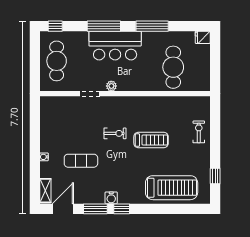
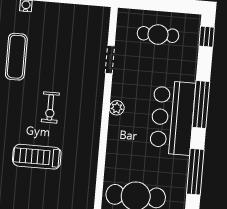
cafe table: (57, 61) -> (158, 34), width x0.73, depth x0.74
doorway: (90, 94) -> (110, 60), moved
treadmill: (151, 140) -> (37, 157), turned 90

